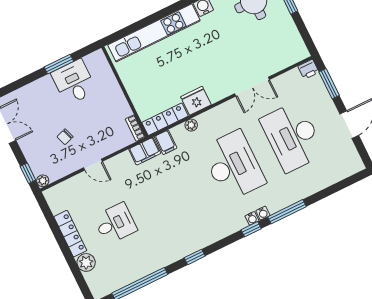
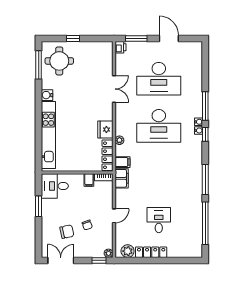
desk: (74, 82) -> (55, 186), moved
filing cabinet: (123, 111) -> (89, 180), added
chair: (44, 115) -> (67, 232), added
desk: (233, 166) -> (159, 126), turned 180
window: (195, 257) -> (205, 179), width x2.17
plant: (86, 262) -> (128, 251), moved

